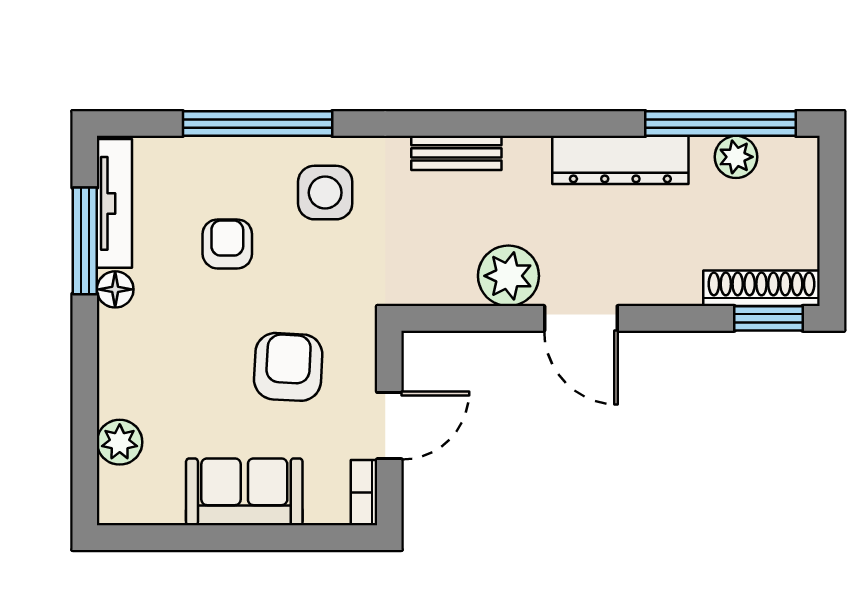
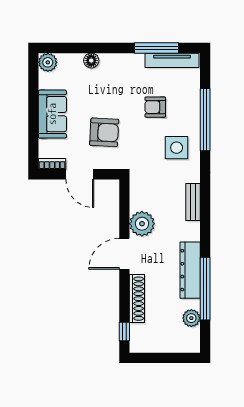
window: (721, 124) -> (205, 289), moved
armchair: (227, 244) -> (155, 107), turned 180
shoe rack: (761, 288) -> (137, 299), moved
floor lamp: (115, 289) -> (91, 61), moved
window: (768, 318) -> (124, 332), width x0.67
plant: (120, 442) -> (48, 62), moved

